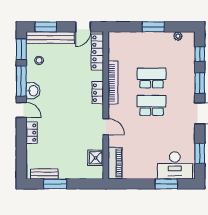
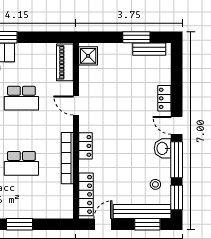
school desk: (152, 105) -> (21, 98), moved
shower: (96, 158) -> (88, 56), moved

